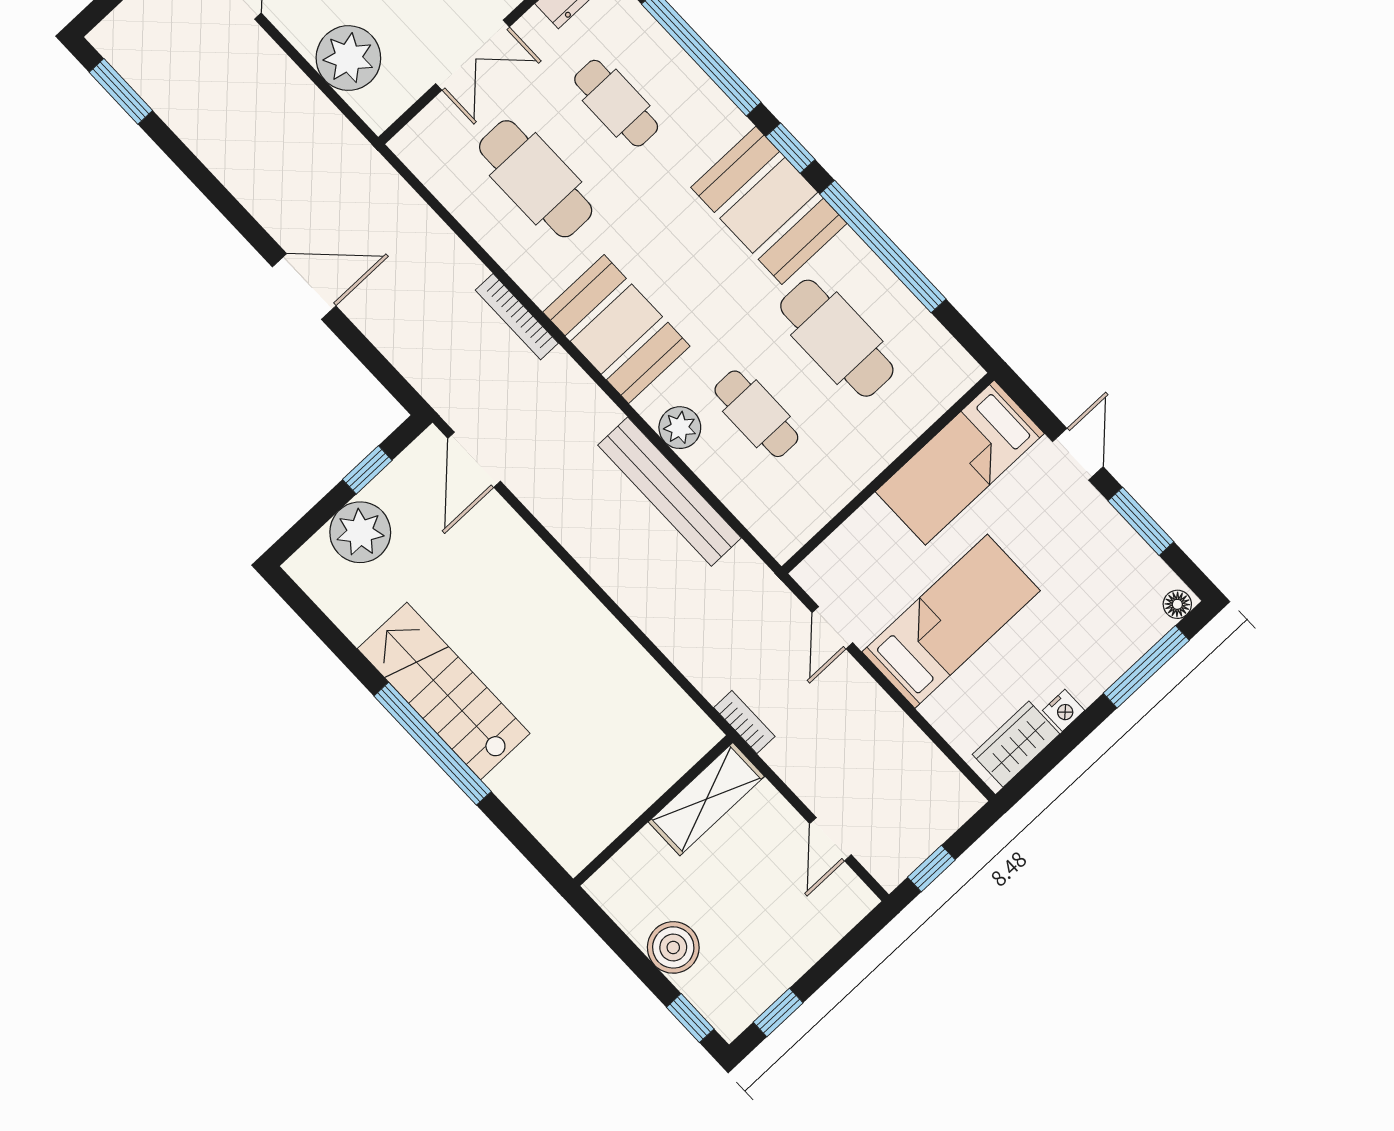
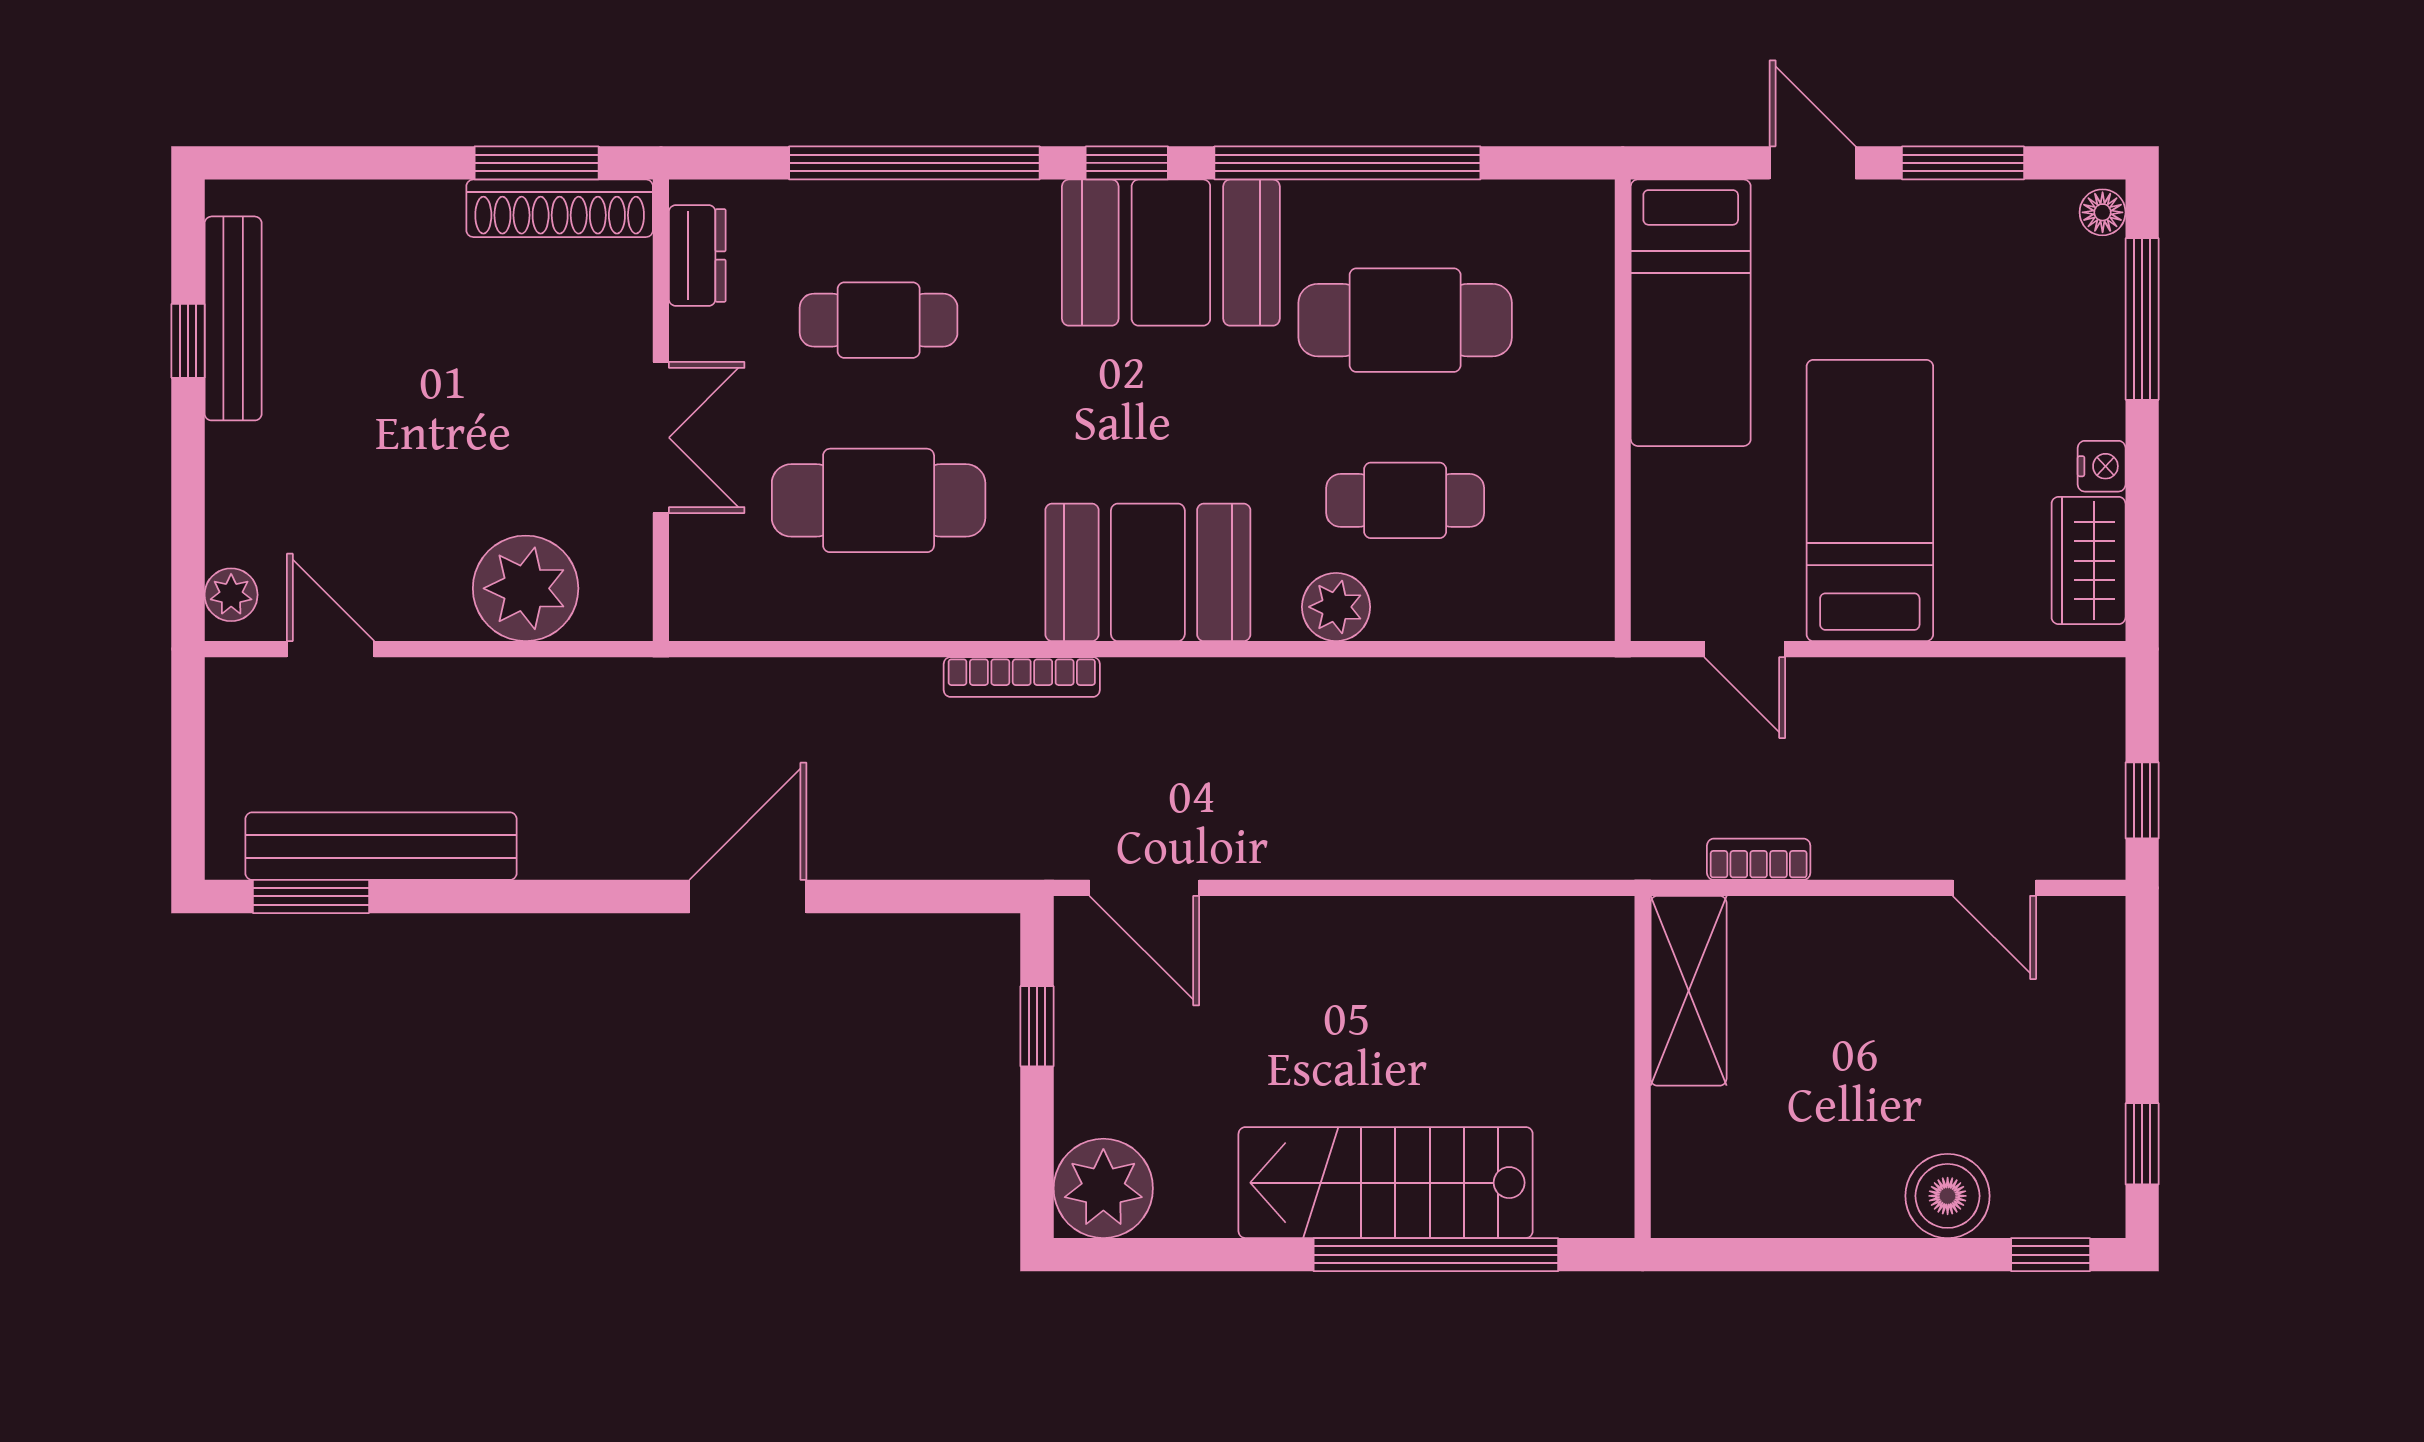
bench: (670, 492) -> (381, 846), moved
plant: (360, 532) -> (1103, 1188), moved
shelving: (706, 799) -> (1689, 991), moved
wall: (653, 811) -> (1643, 1067), moved

